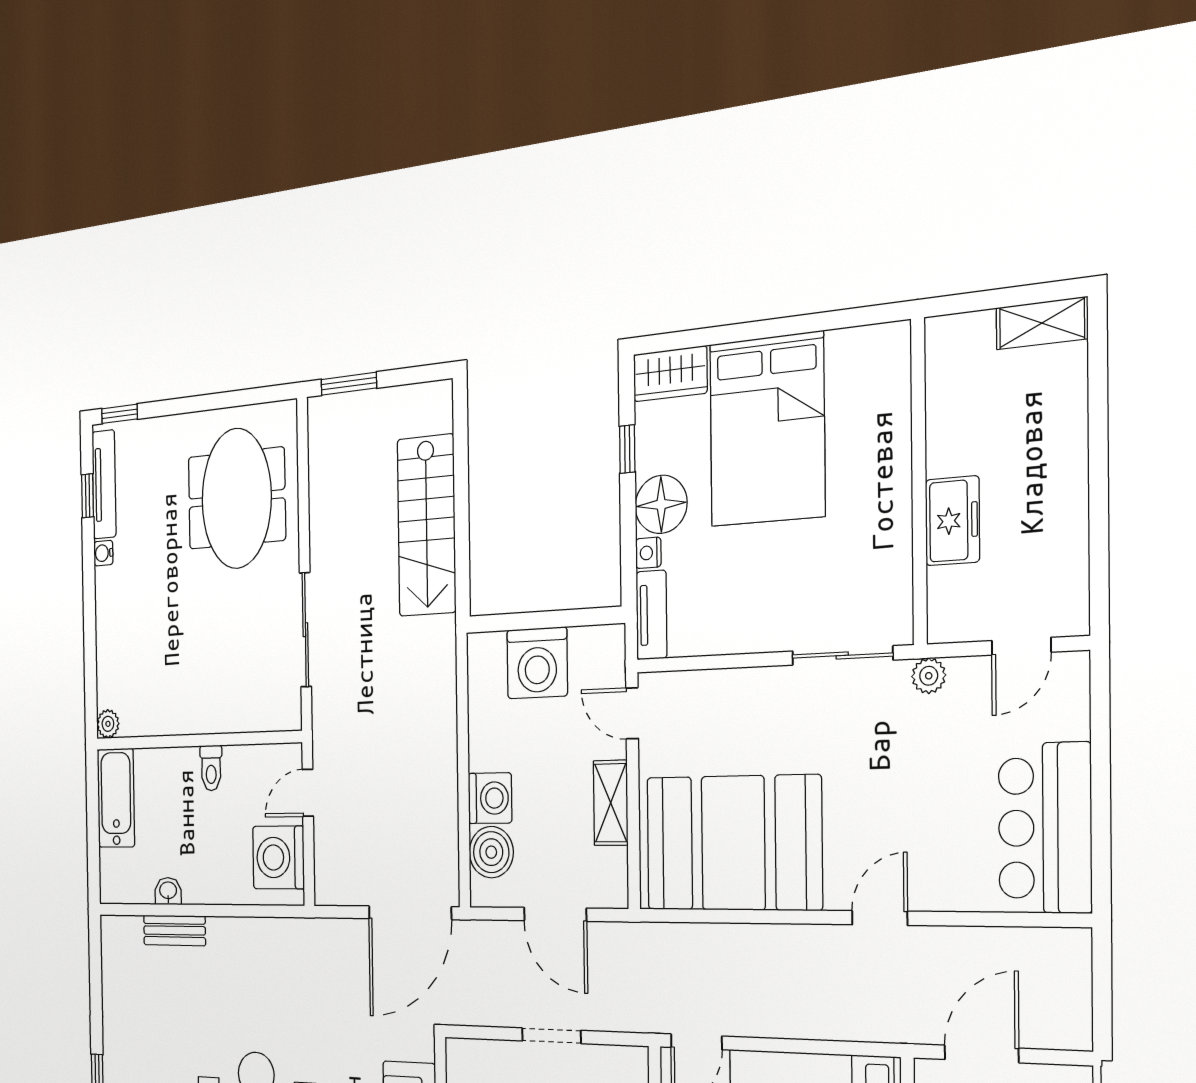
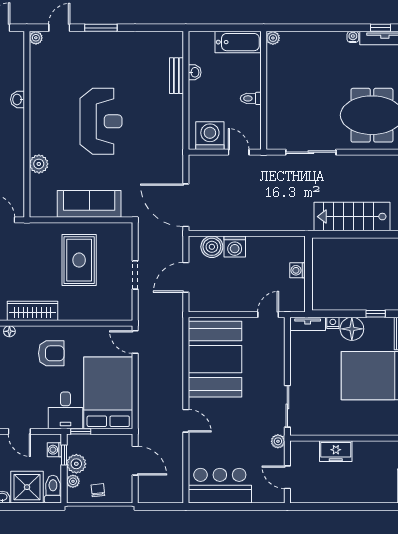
washing machine: (537, 663) -> (297, 270), width x0.53, depth x0.53
shelving: (611, 803) -> (232, 304), removed

